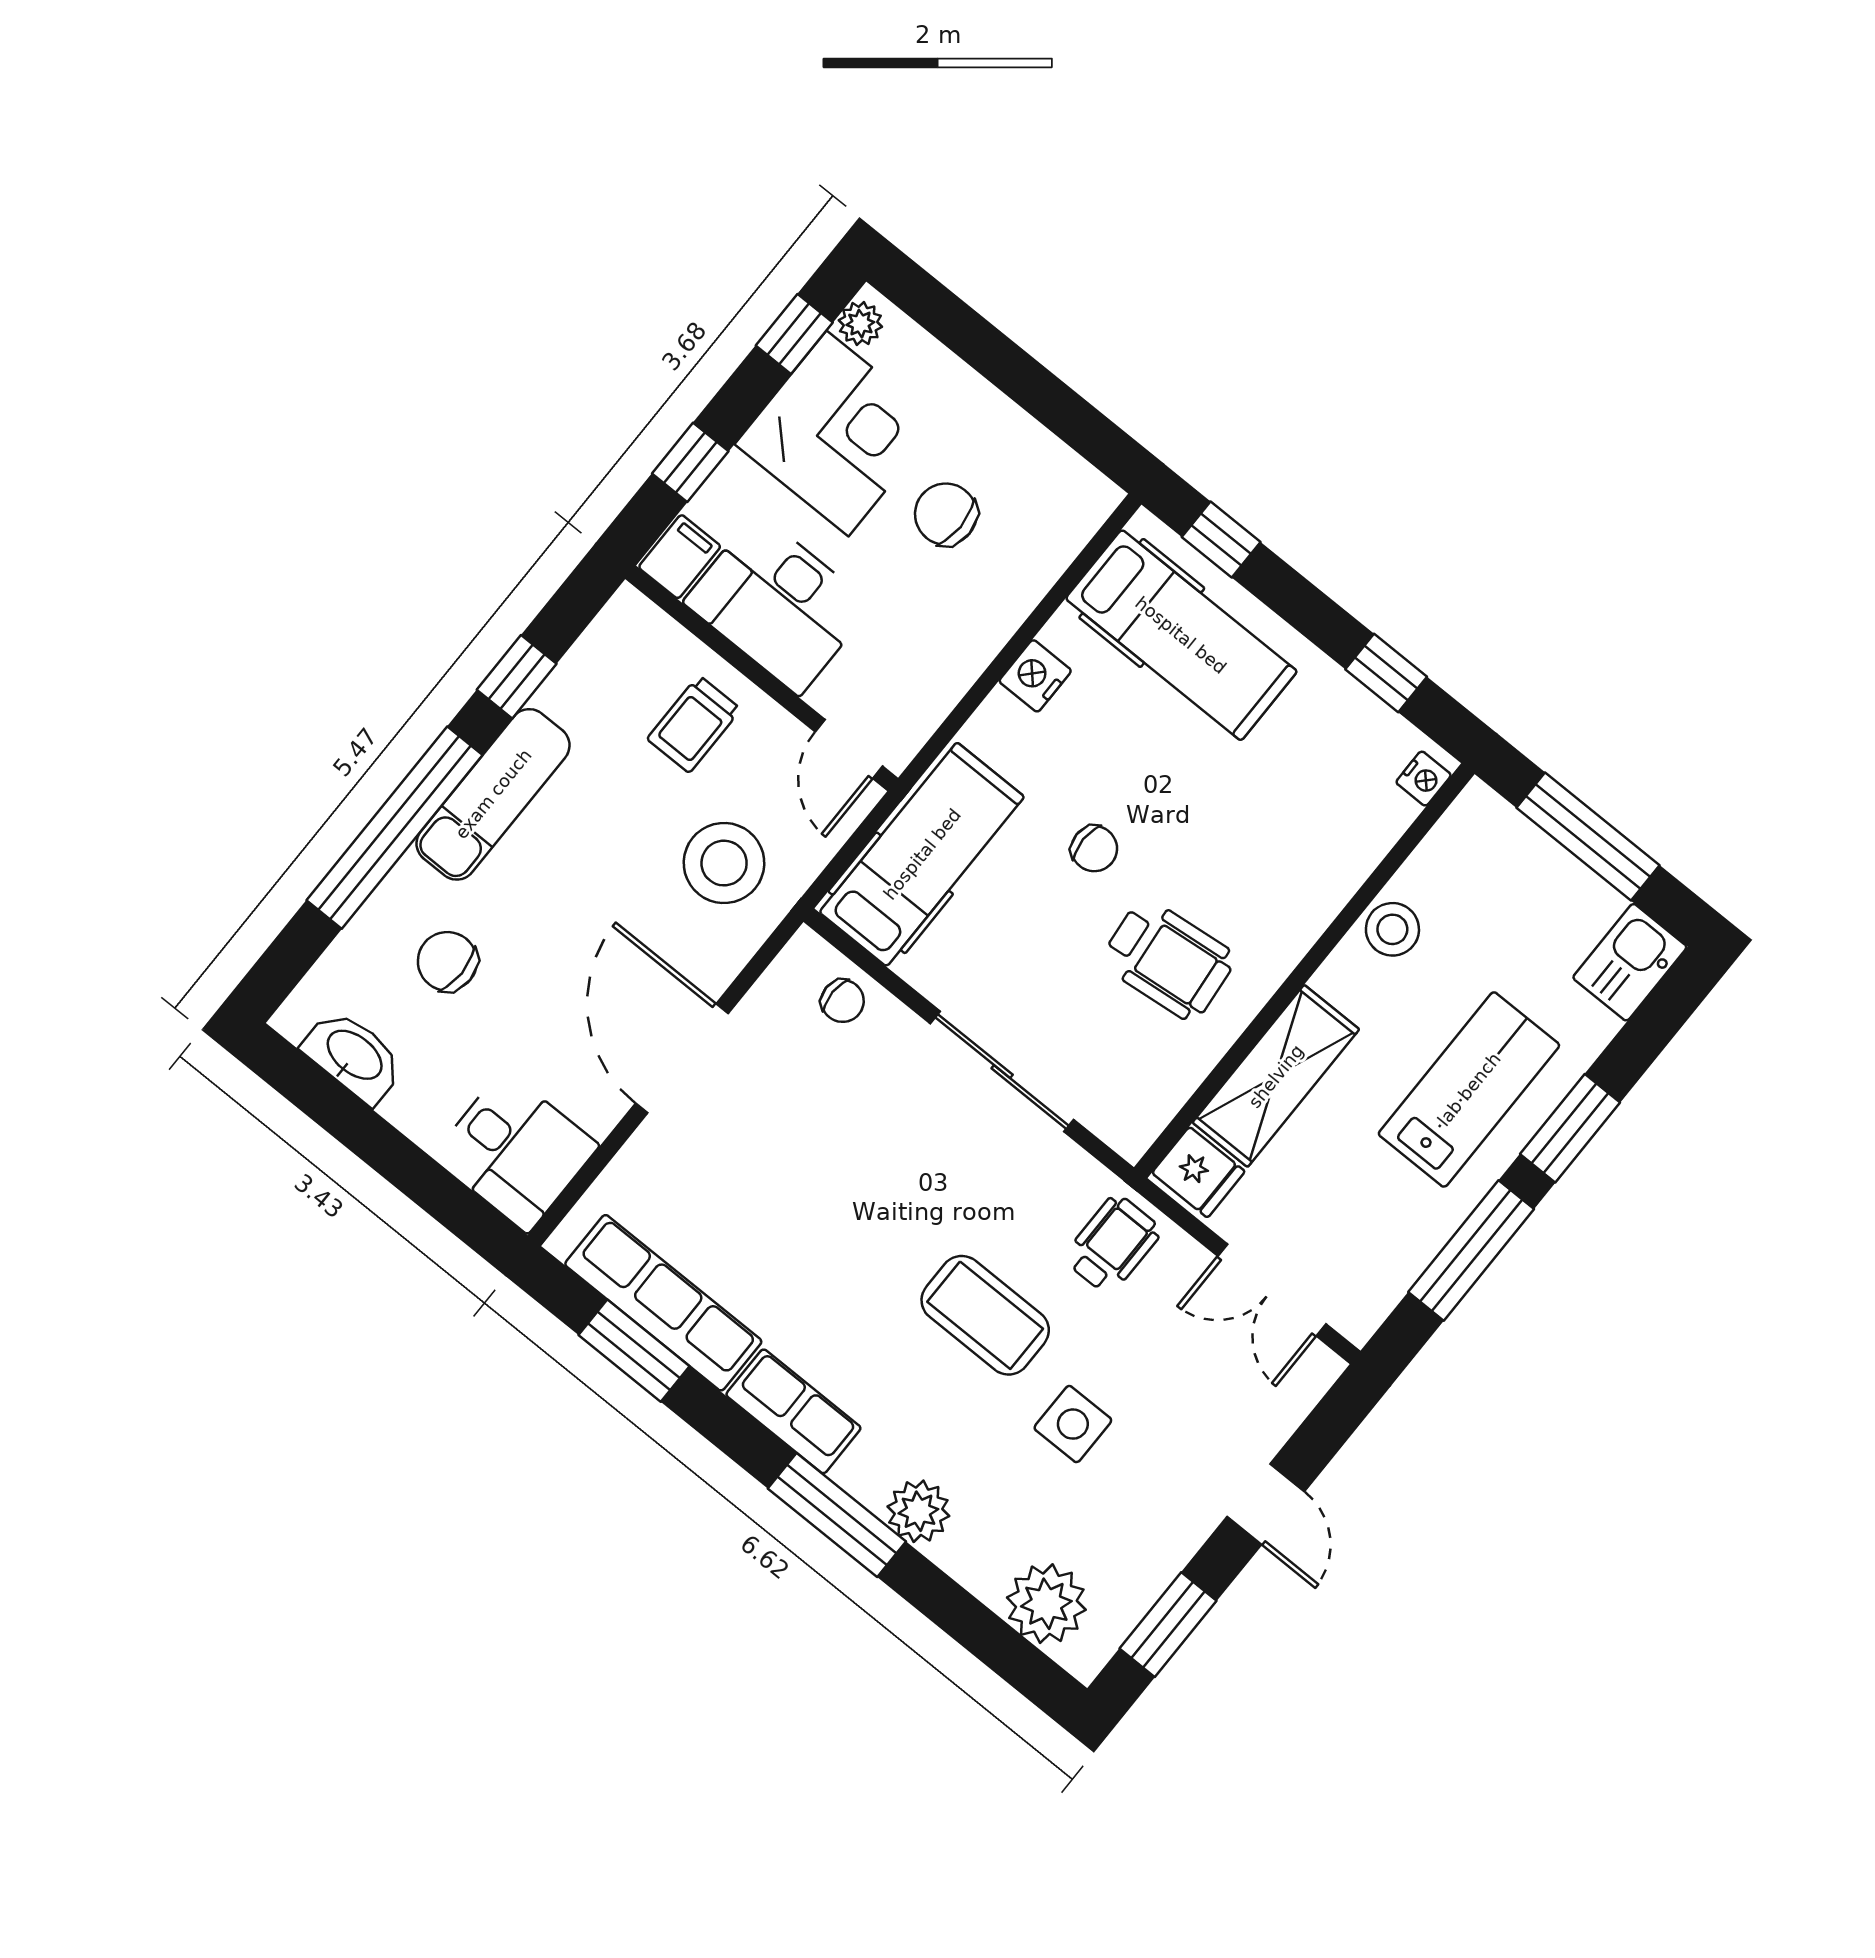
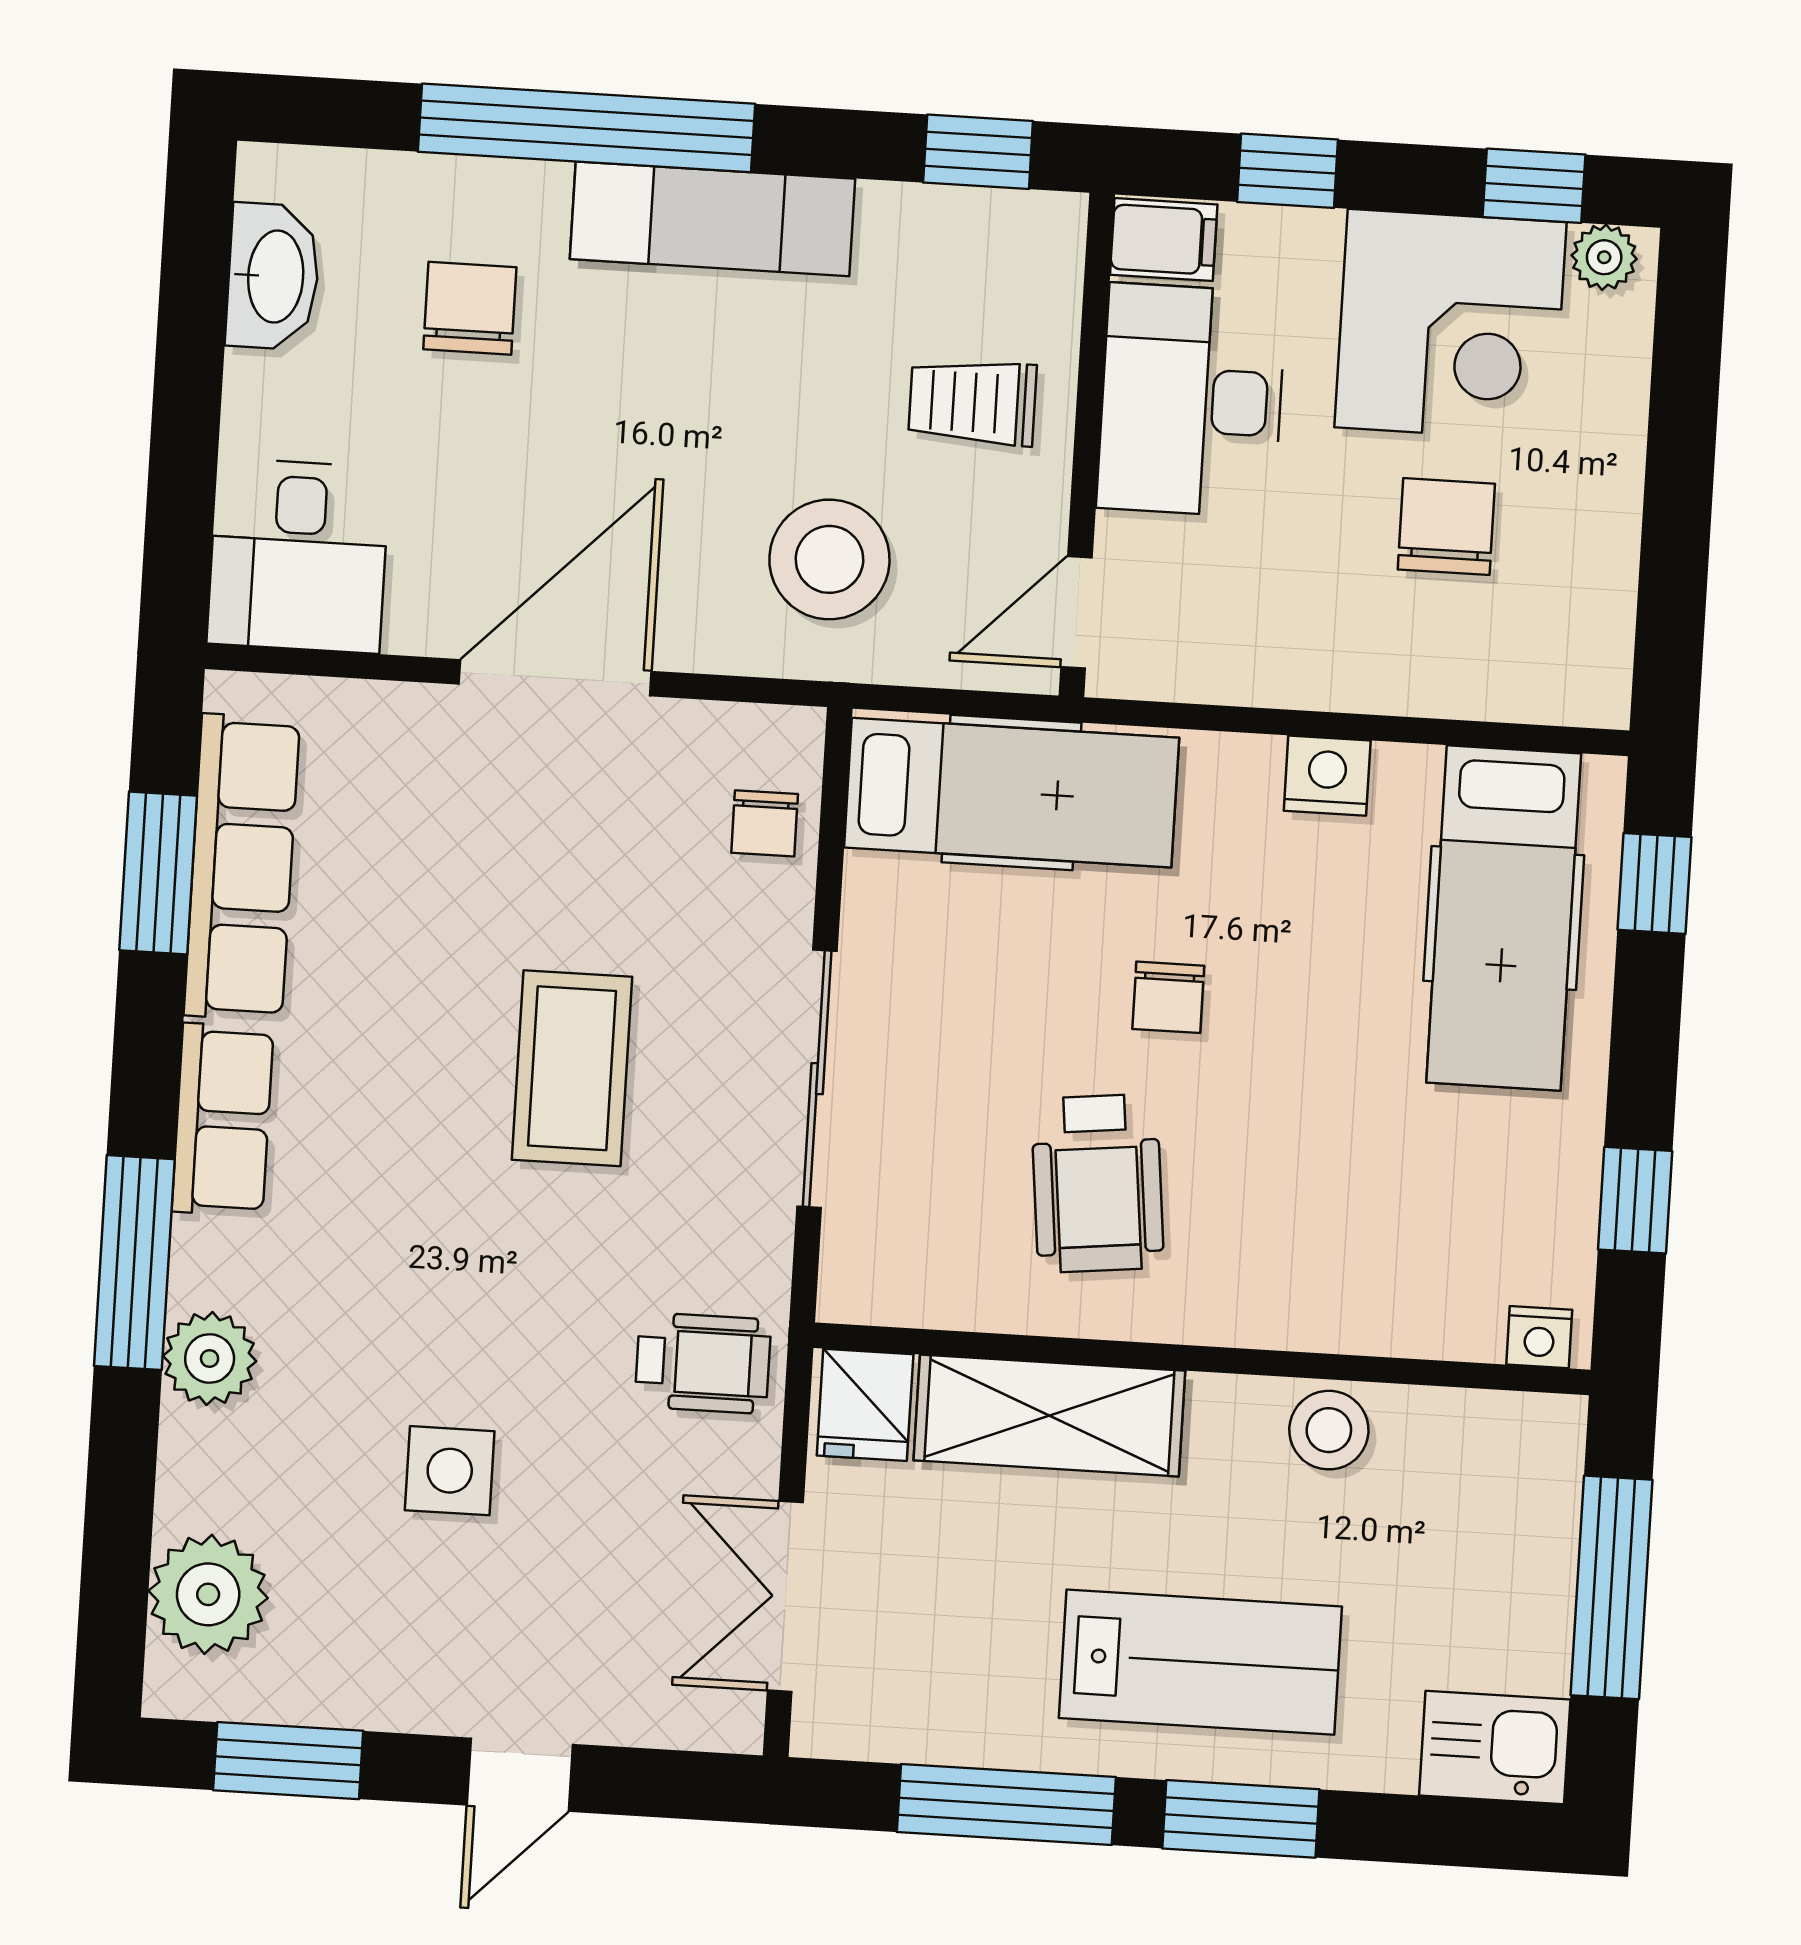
window: (517, 677) -> (978, 152), moved
coffee table: (985, 1315) -> (572, 1068), moved

